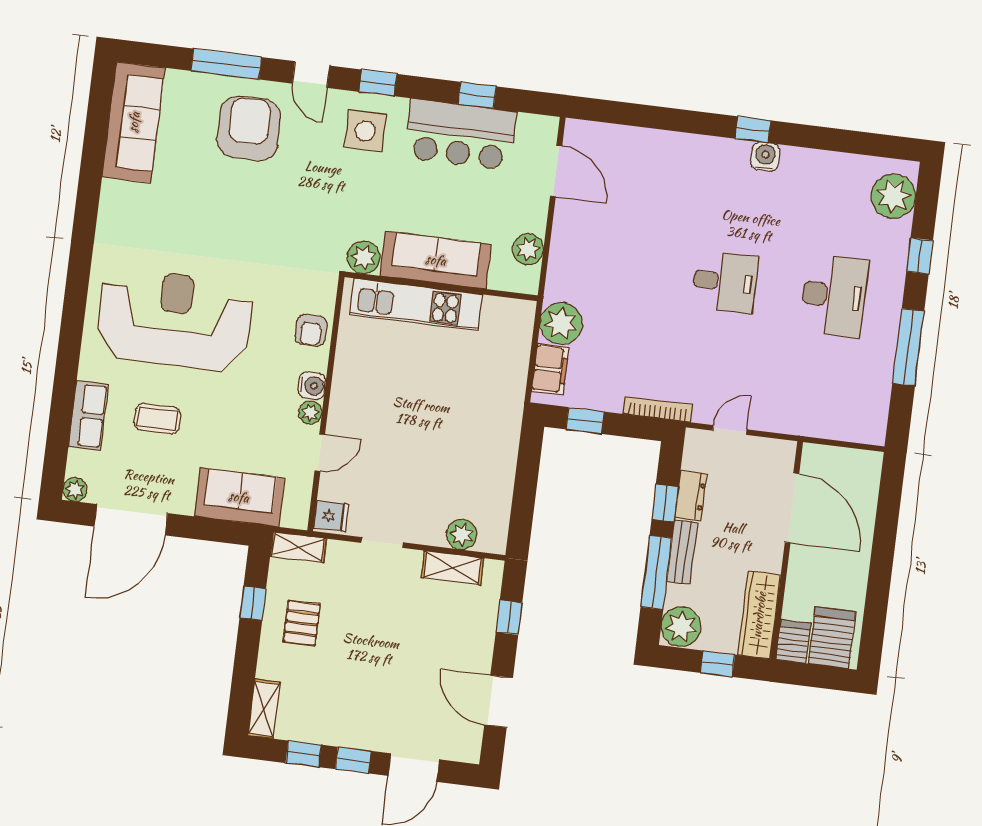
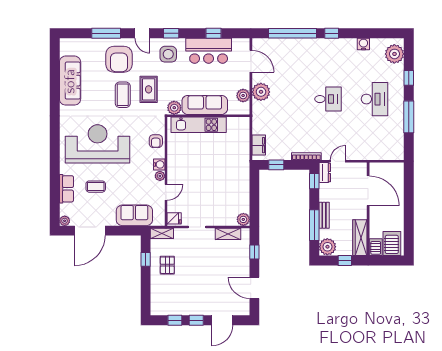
window: (661, 118) -> (293, 33), added
sofa: (134, 122) -> (70, 81), moved
armchair: (249, 128) -> (119, 59), turned 180
water cooler: (765, 157) -> (363, 44), moved
rug: (309, 207) -> (149, 89), added
coffee table: (247, 212) -> (123, 95), added
plant: (561, 323) -> (261, 92), moved
dresser: (691, 496) -> (325, 173), moved
window: (665, 503) -> (314, 181), moved
plant: (462, 535) -> (243, 219), moved
shelving: (264, 709) -> (156, 303), removed

